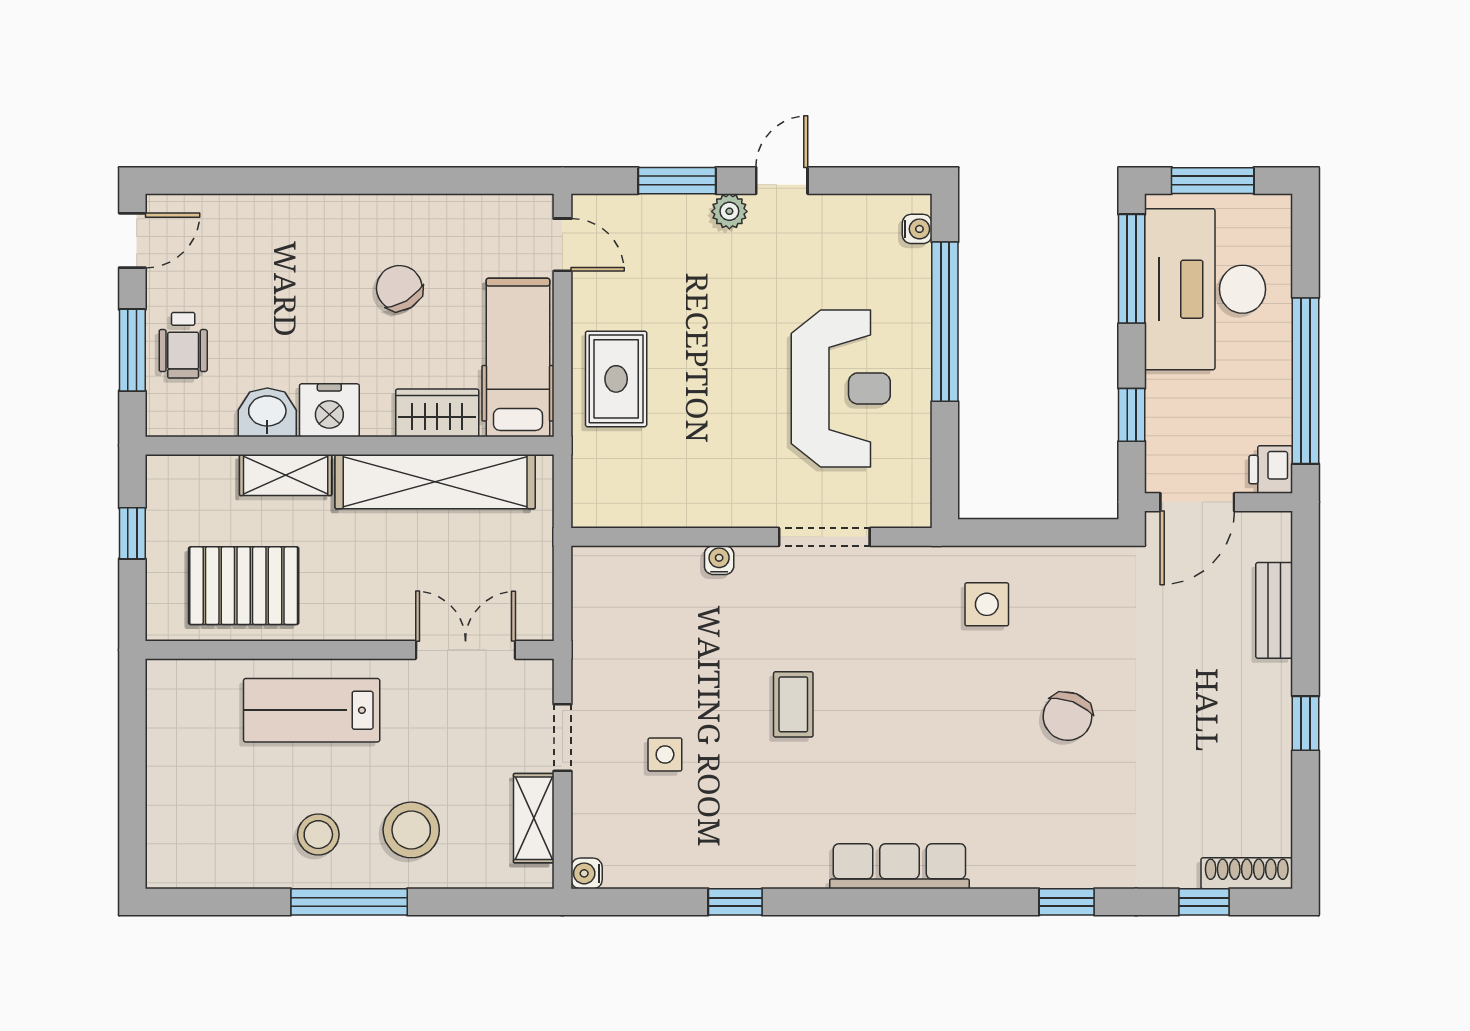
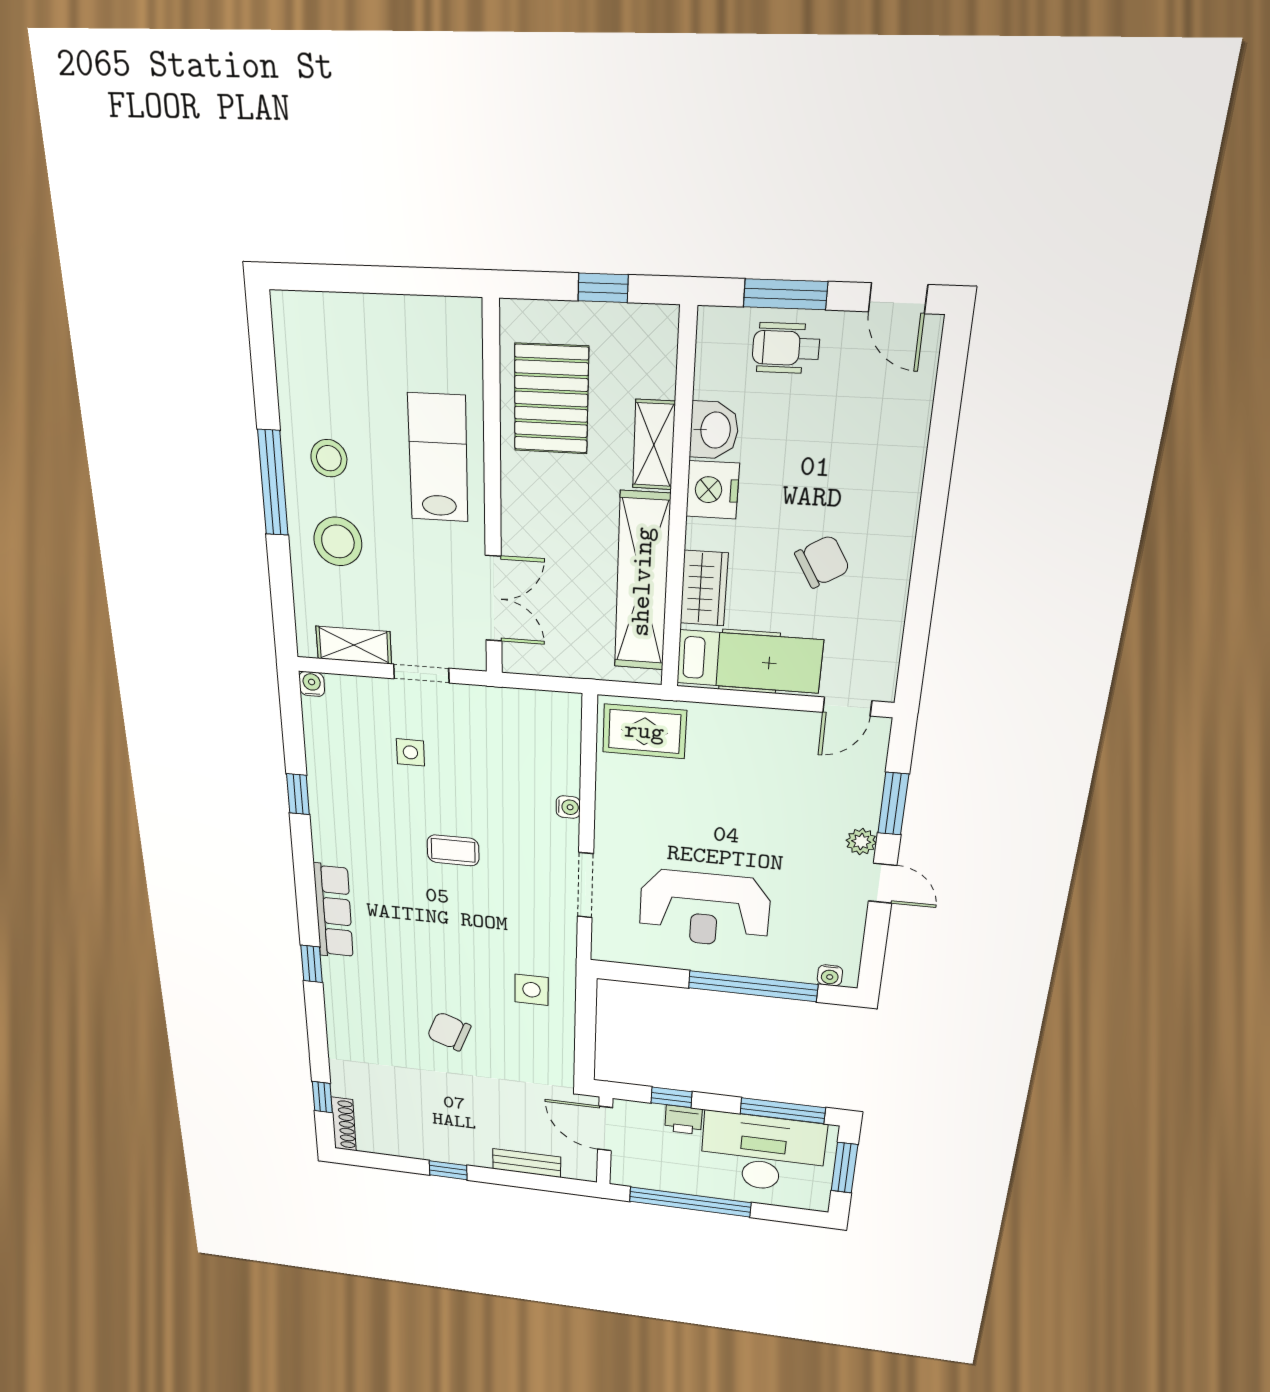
rug: (616, 379) -> (644, 731), moved
printer: (1271, 470) -> (683, 1120), moved, turned 180
window: (1067, 902) -> (312, 964), moved

